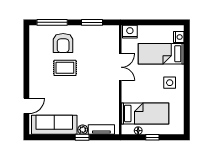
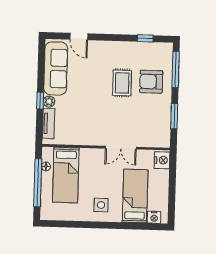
window: (26, 49) -> (145, 38), added
window: (152, 137) -> (38, 183), width x3.17

